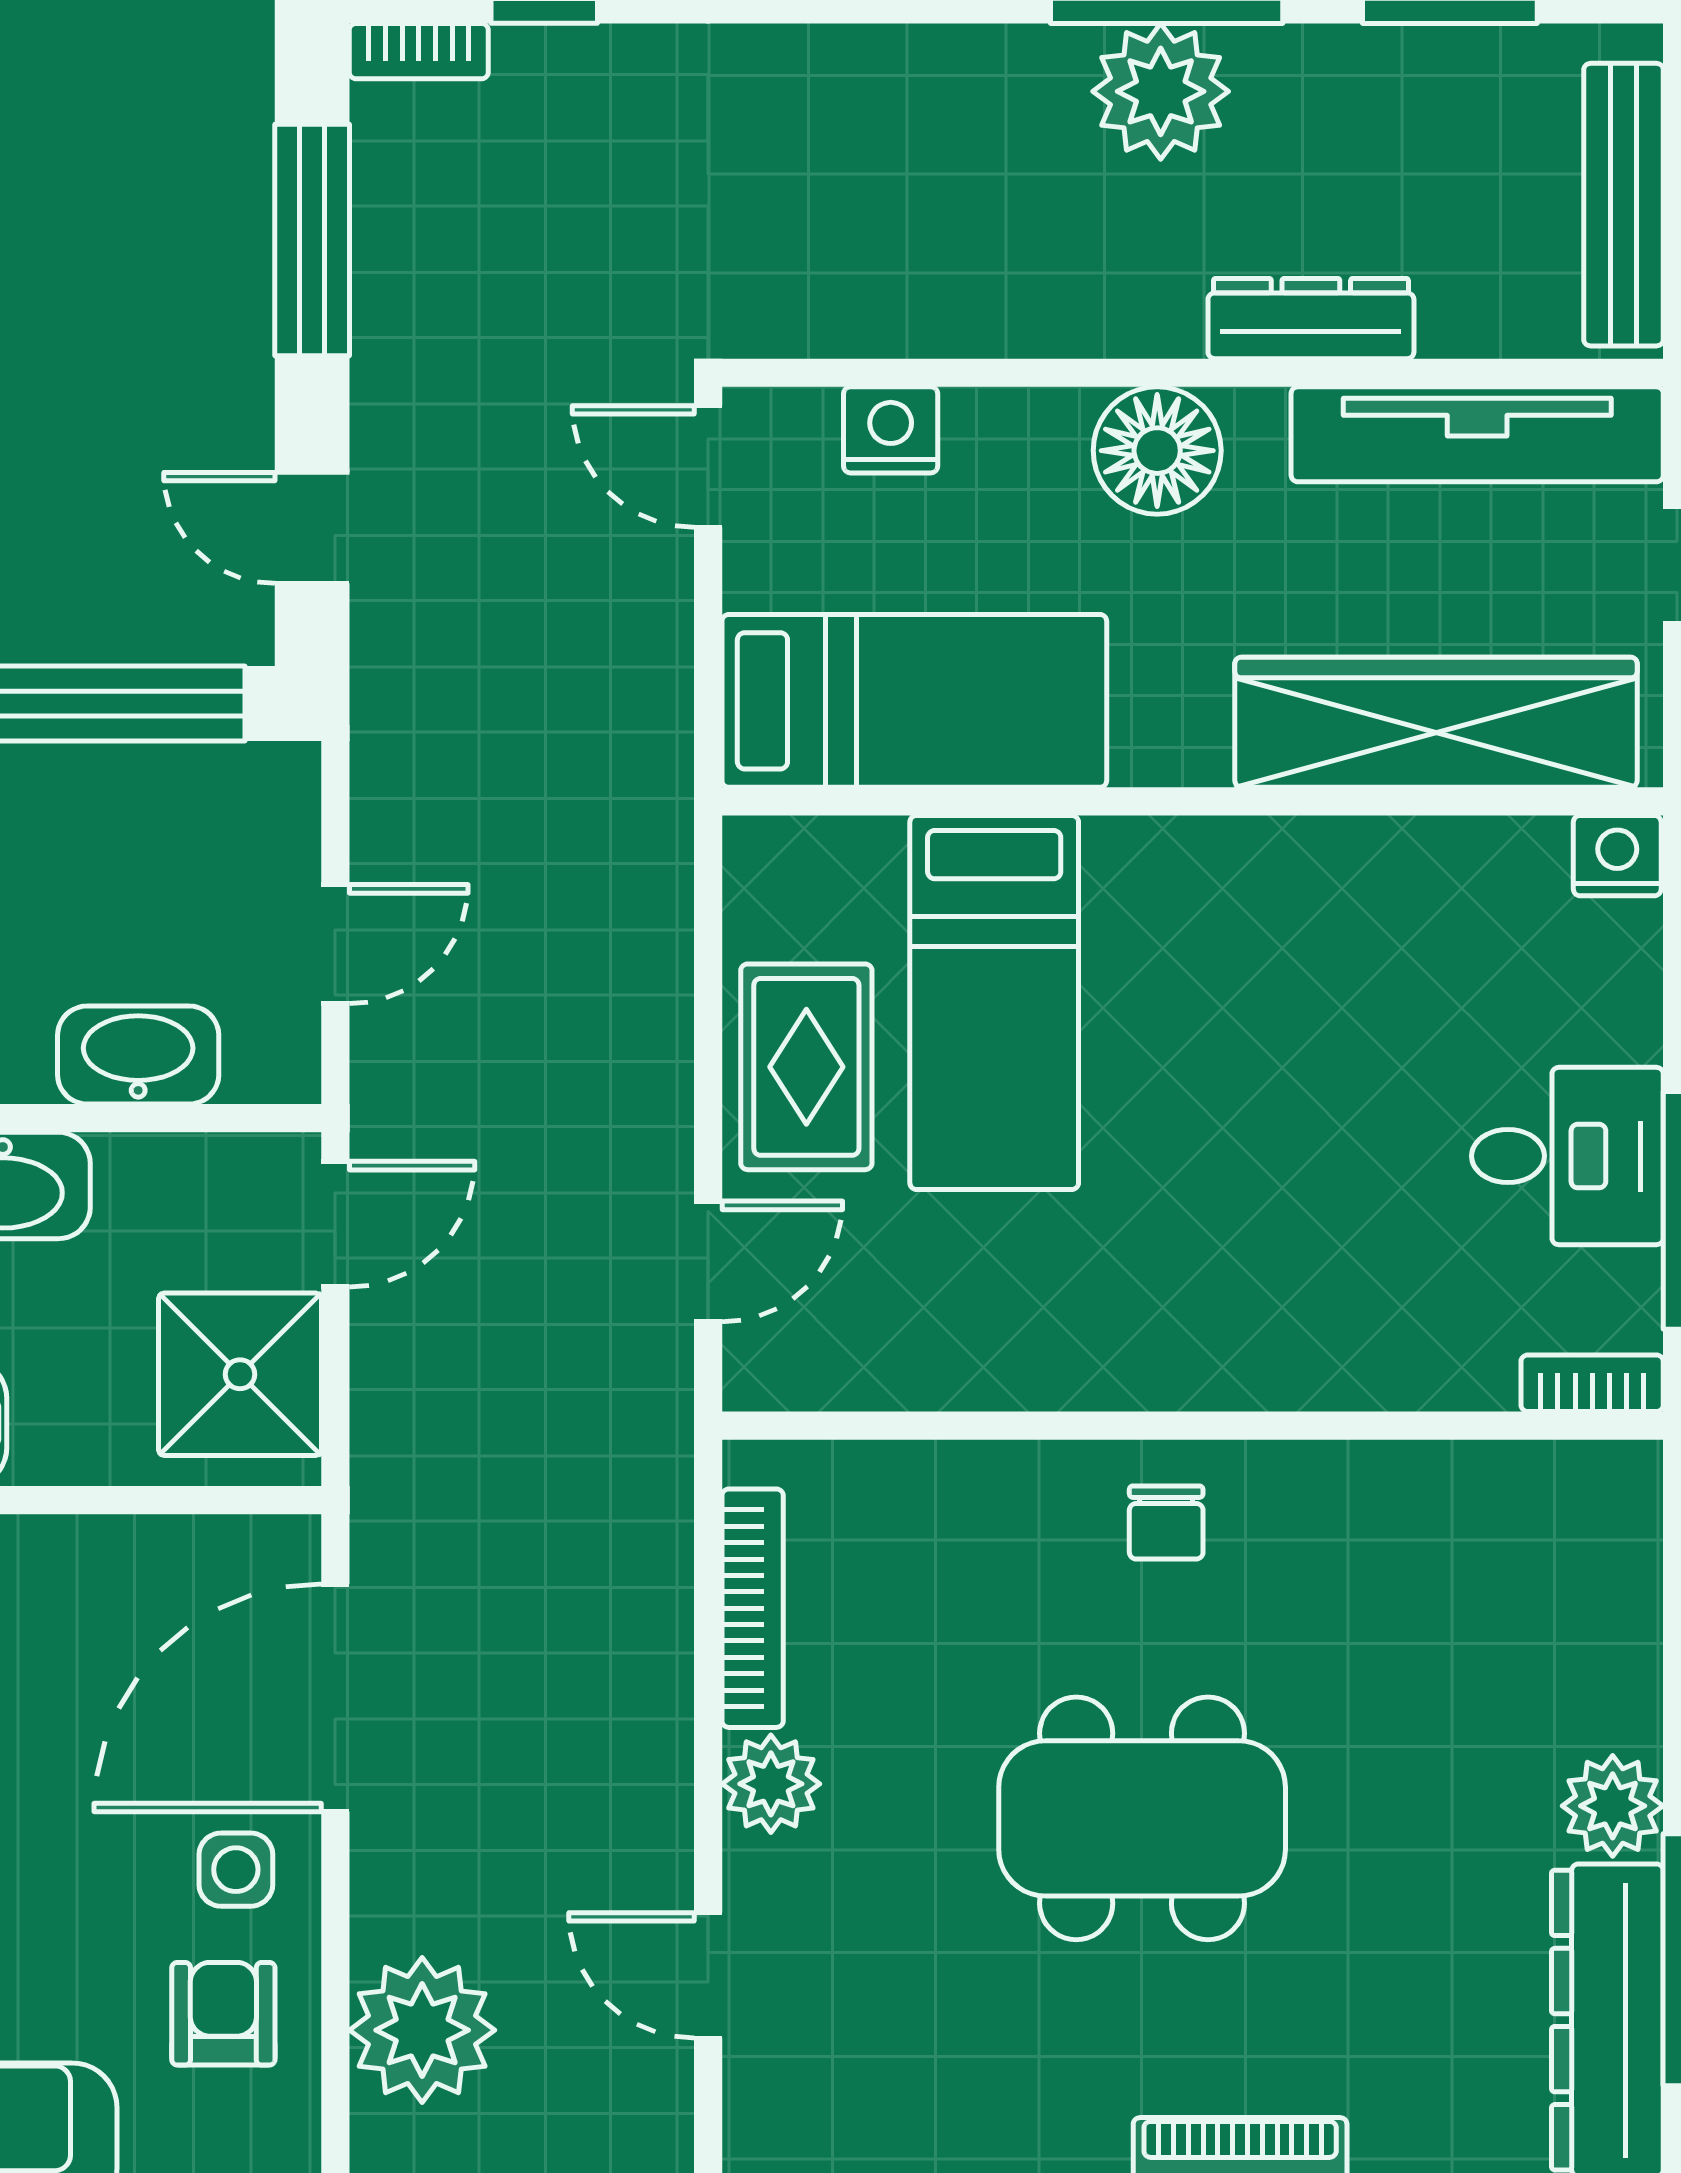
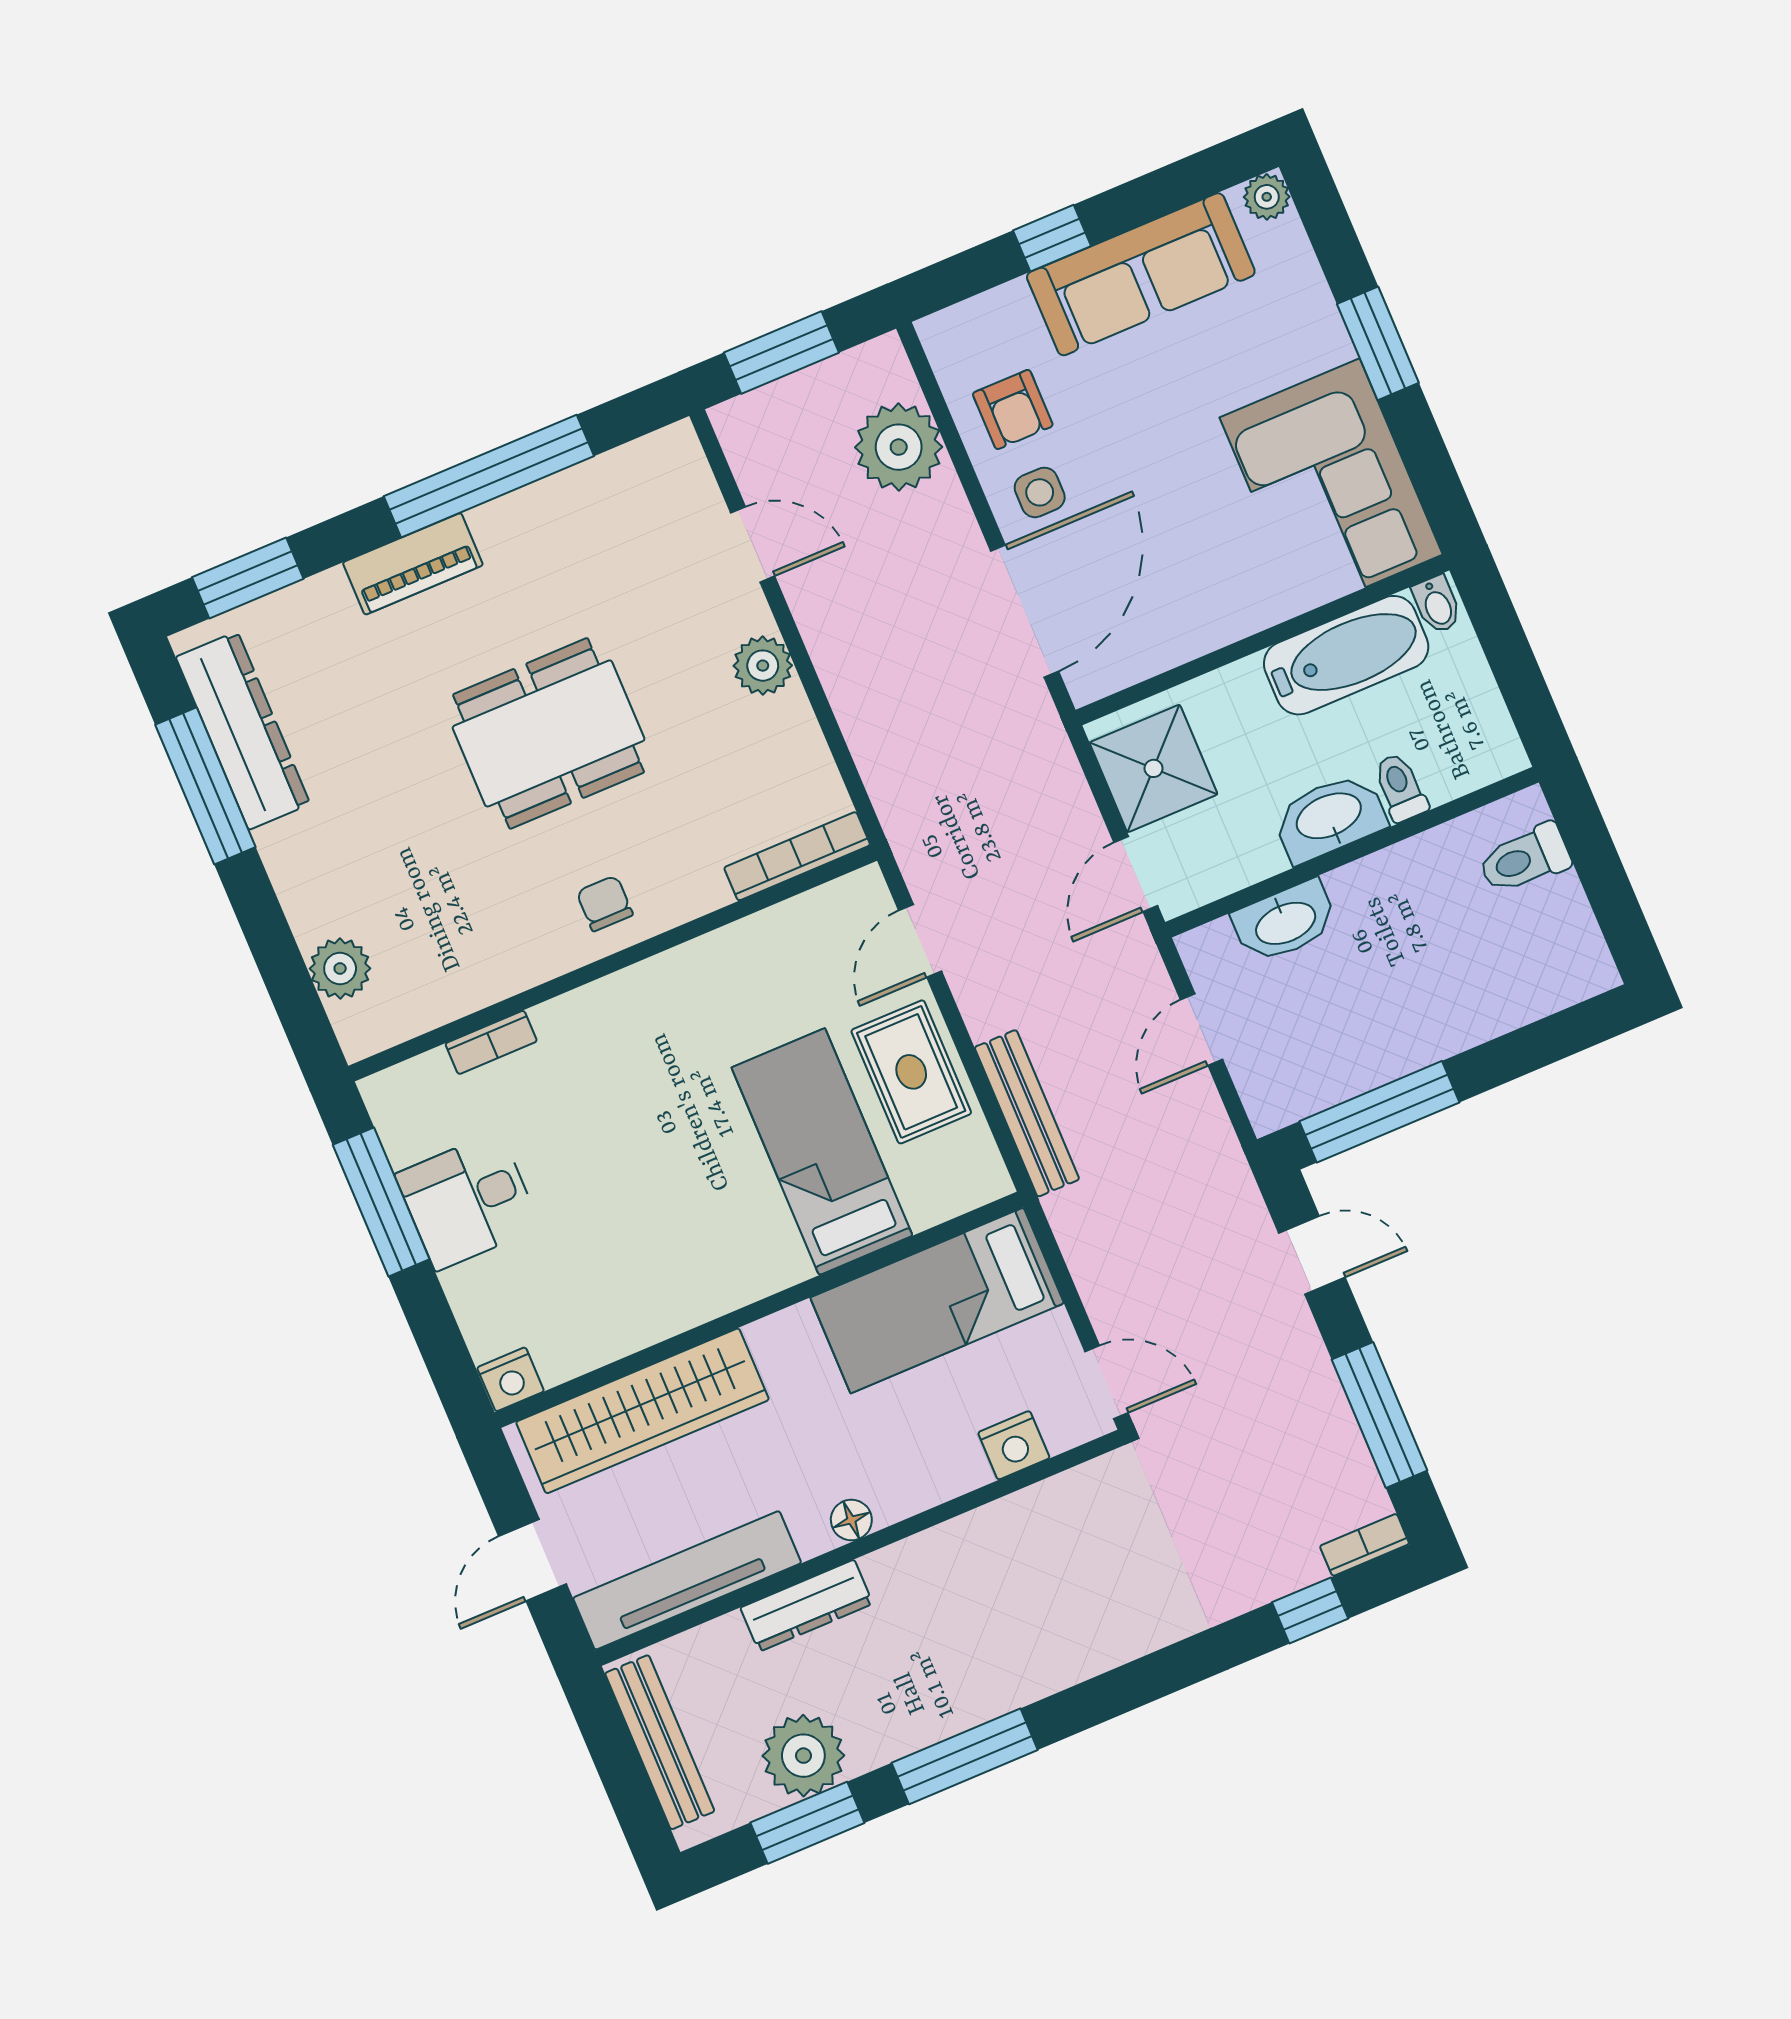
plant: (1161, 91) -> (803, 1756), moved
floor lamp: (1157, 451) -> (851, 1520), width x0.53, depth x0.53
bench: (656, 929) -> (1027, 1113), added
bookcase: (1592, 1383) -> (491, 1042), moved
bookcase: (753, 1608) -> (797, 856), moved, turned 90
plant: (1613, 1806) -> (340, 968), moved

